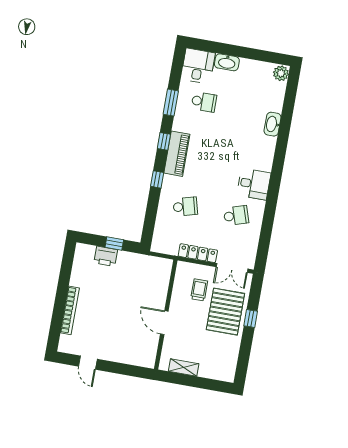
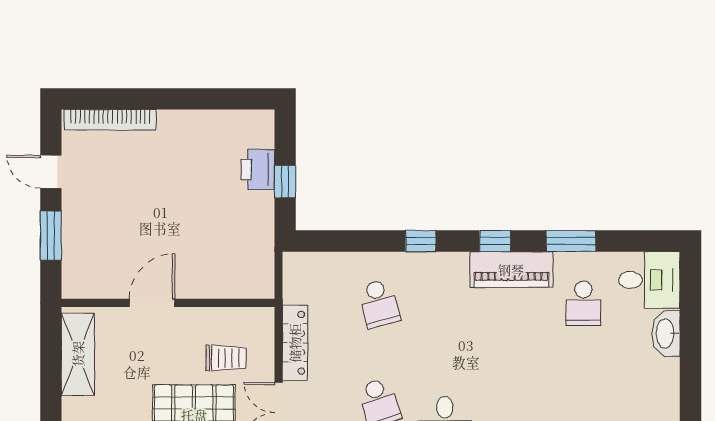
piano: (177, 154) -> (511, 270), moved
bookcase: (70, 310) -> (110, 120), moved
door: (88, 363) -> (51, 172), hinge flipped
window: (121, 368) -> (51, 236), added
shelving: (184, 368) -> (78, 354), width x1.50, depth x1.33

